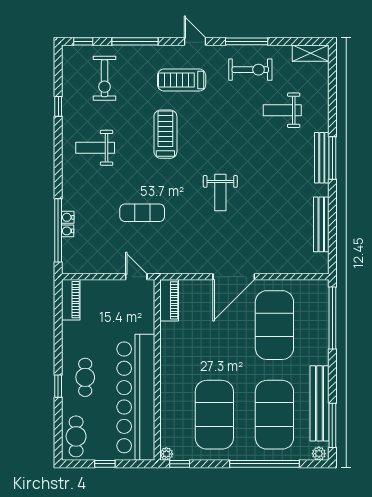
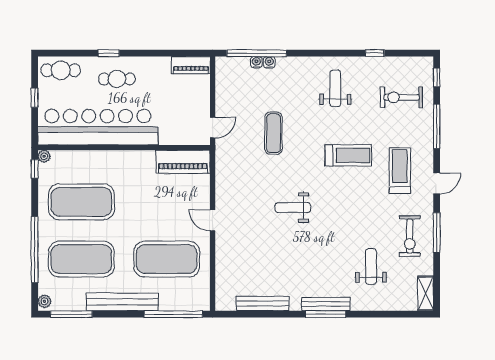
door: (234, 277) -> (213, 220), width x0.53
piano: (169, 300) -> (183, 162), width x1.37, depth x1.33
bench: (320, 403) -> (122, 302), moved

